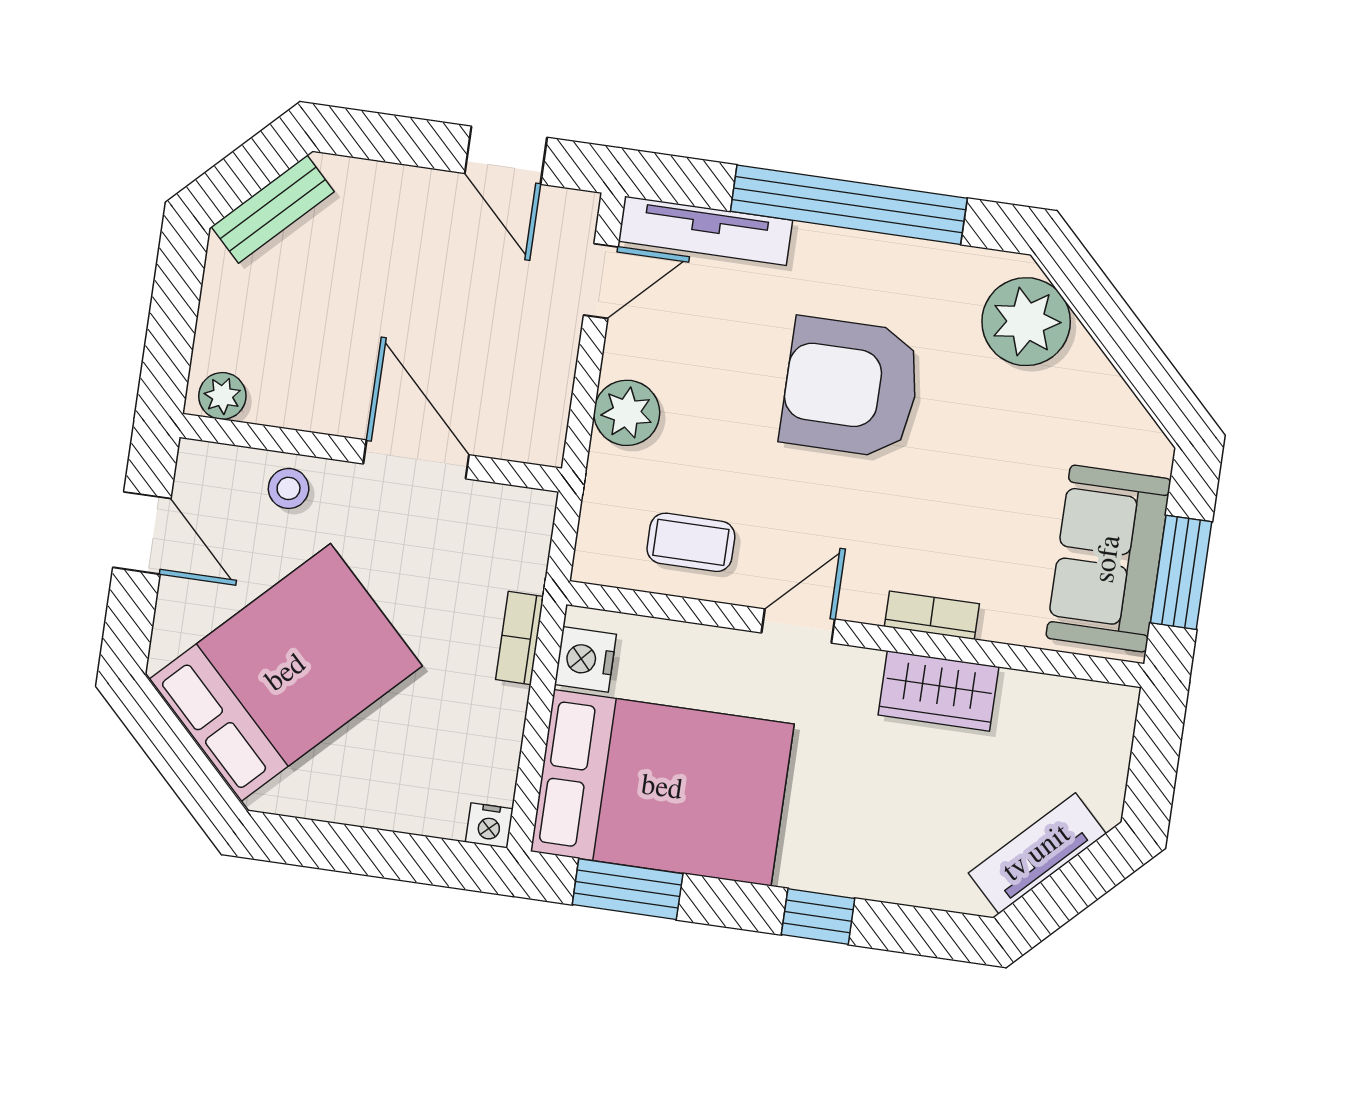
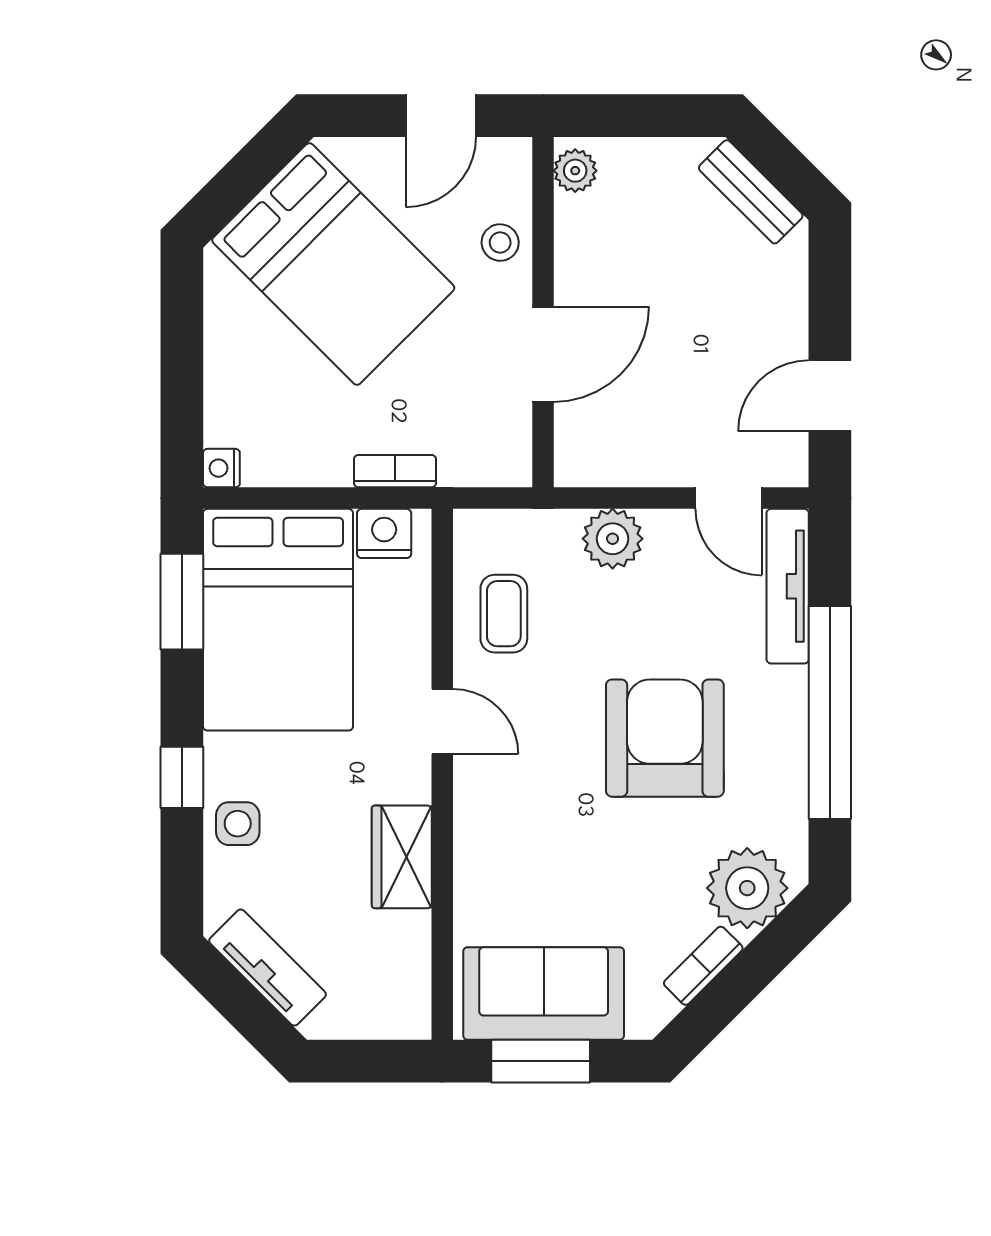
bookcase: (932, 615) -> (703, 966), moved, turned -135
side table: (877, 863) -> (238, 824), added

